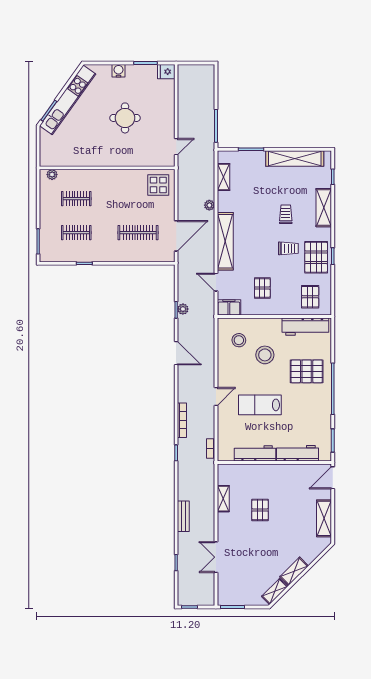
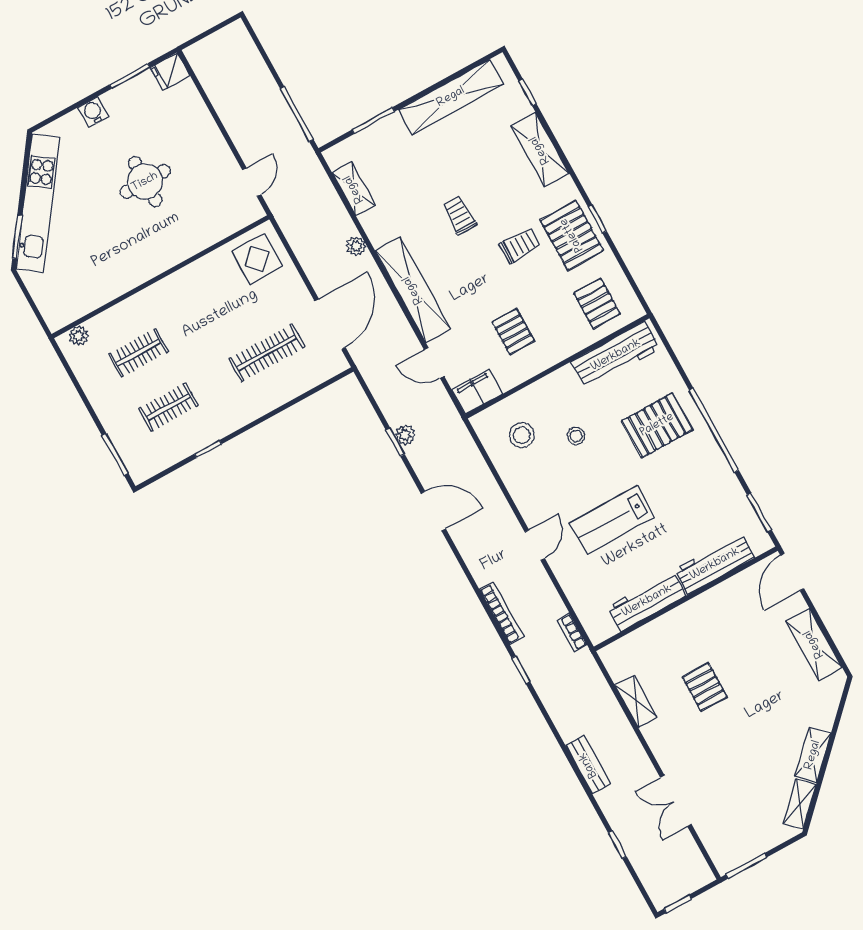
trolley: (286, 214) -> (460, 215), moved
stool: (265, 355) -> (576, 436), width x0.53, depth x0.53

